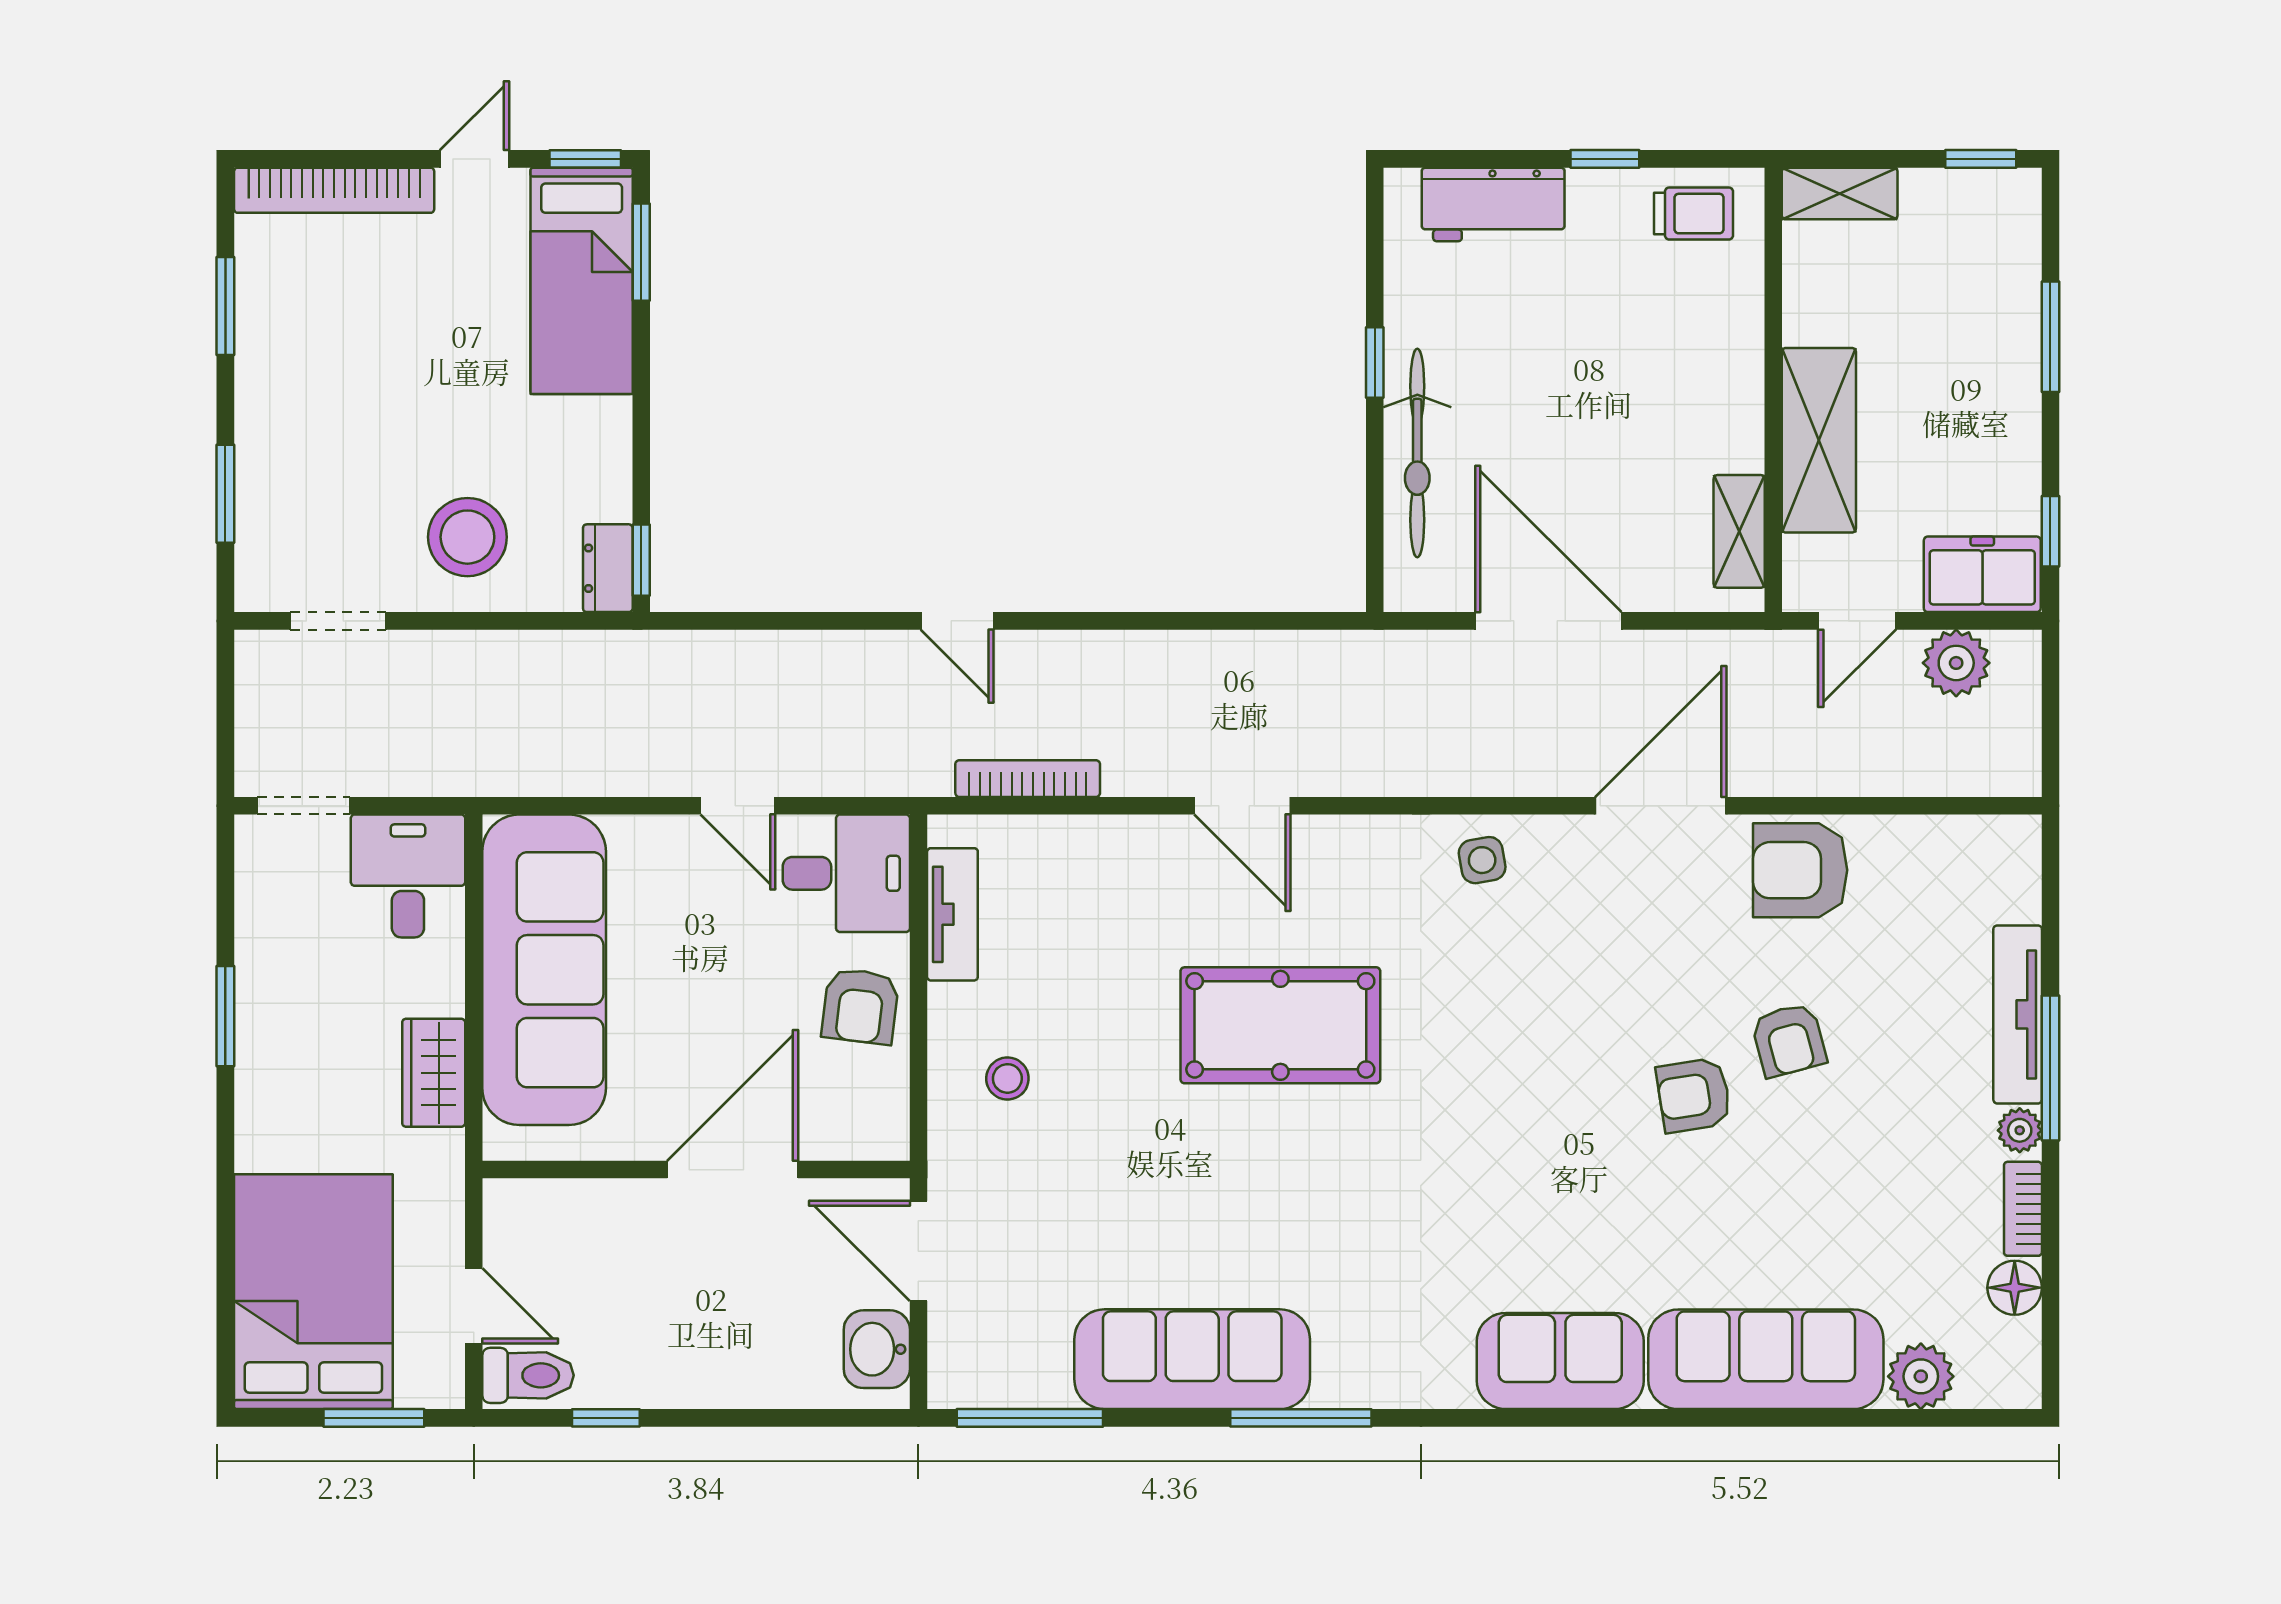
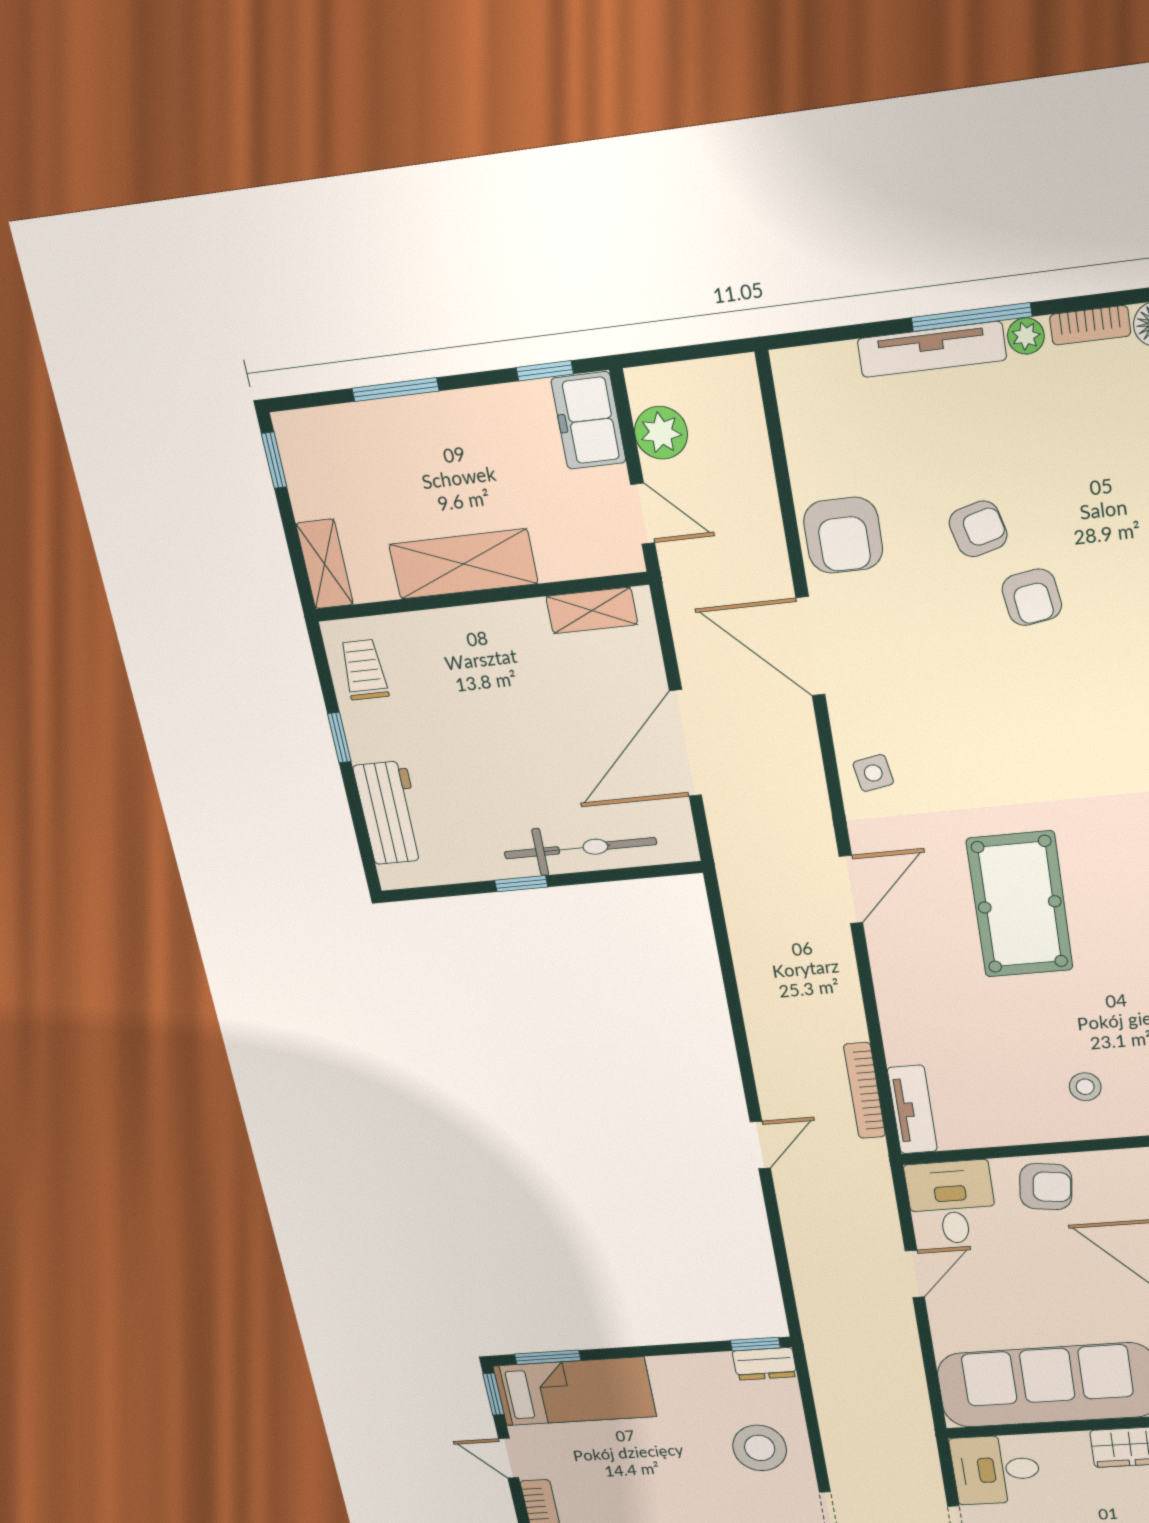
shelving: (1819, 440) -> (463, 564), moved
door: (1242, 806) -> (851, 890), moved
tv unit: (952, 914) -> (912, 1109), moved, turned 90

